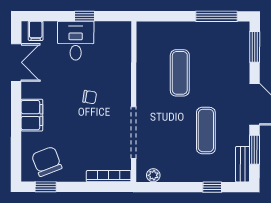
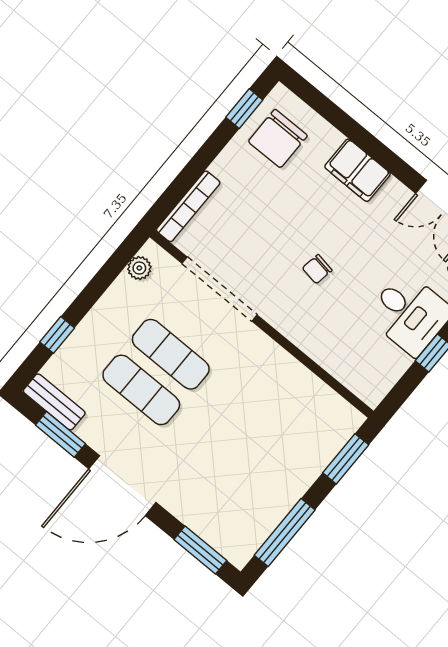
window: (162, 16) -> (346, 459), added
exercise mat: (180, 73) -> (171, 354), moved
chair: (47, 161) -> (278, 139), turned 111

